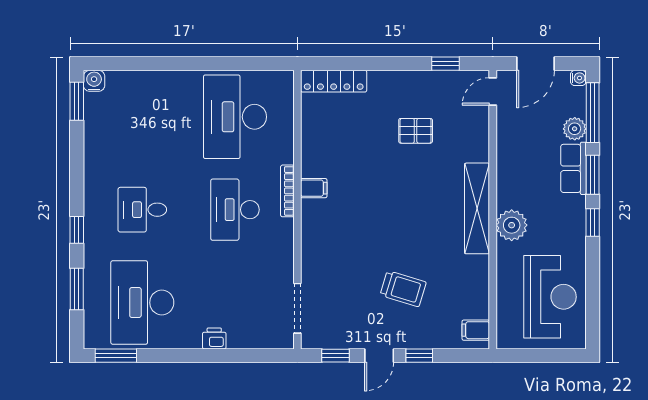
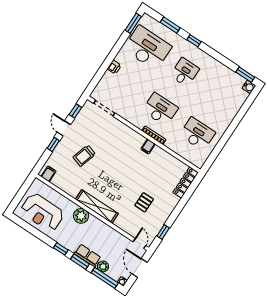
desk: (235, 117) -> (197, 134), width x0.73, depth x0.77

